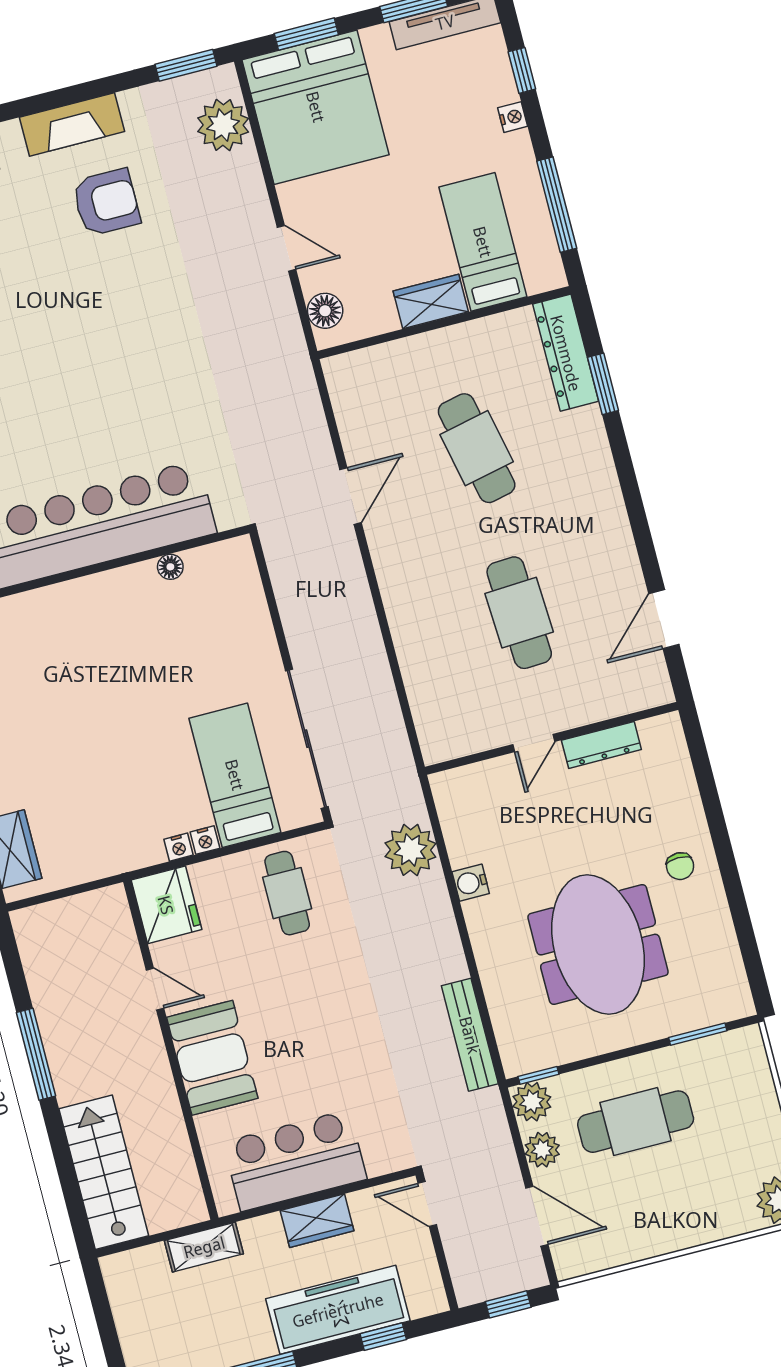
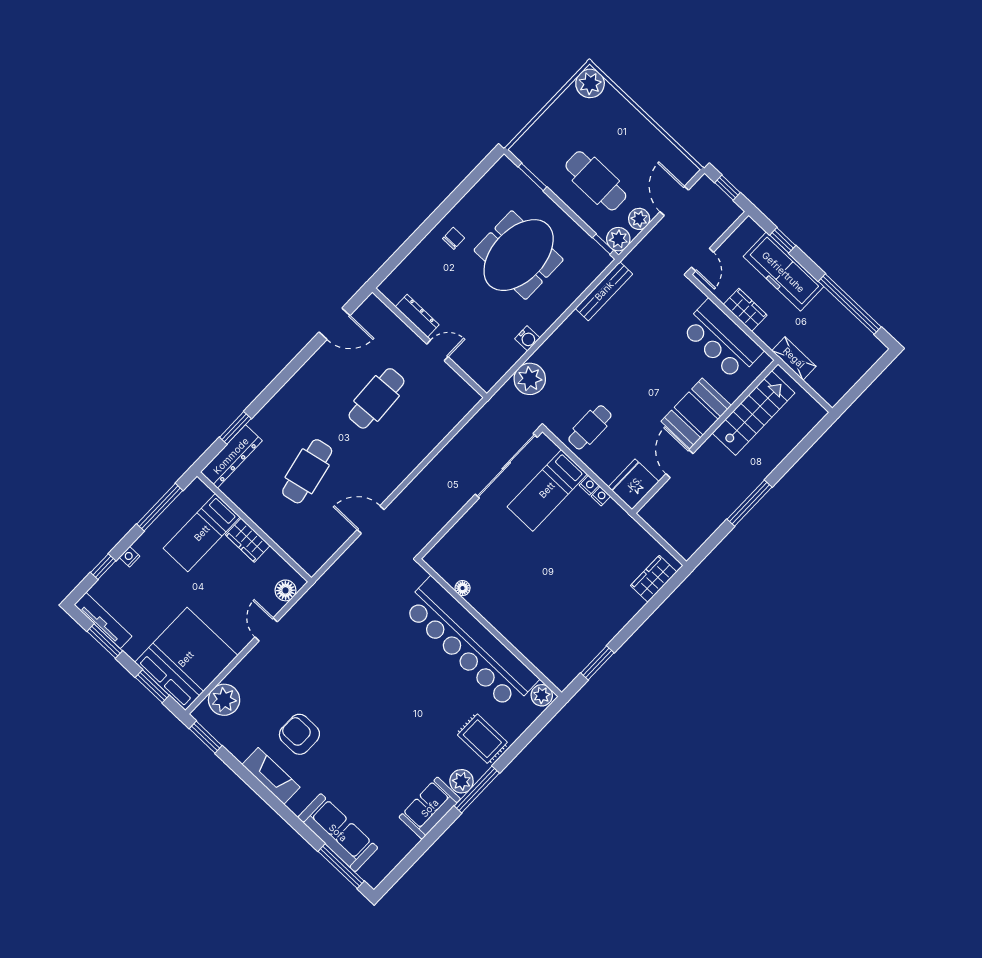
door: (155, 989) -> (679, 464), width x1.38
stairs: (104, 1172) -> (754, 413), moved, turned 180

